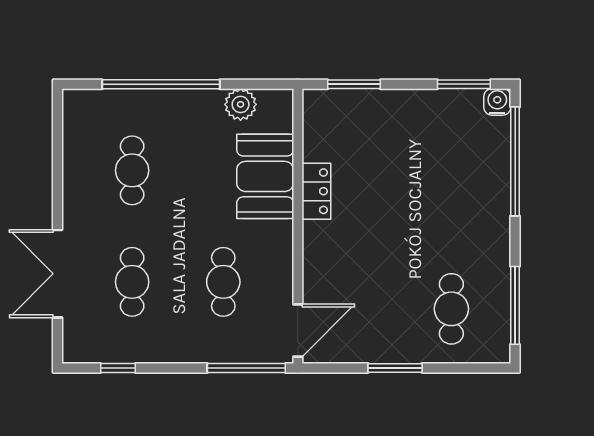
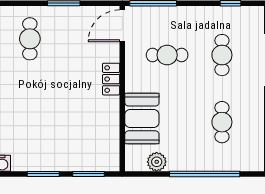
window: (464, 84) -> (43, 174), moved
locker: (316, 191) -> (111, 79), moved
cafe table: (223, 282) -> (167, 55), turned 90

